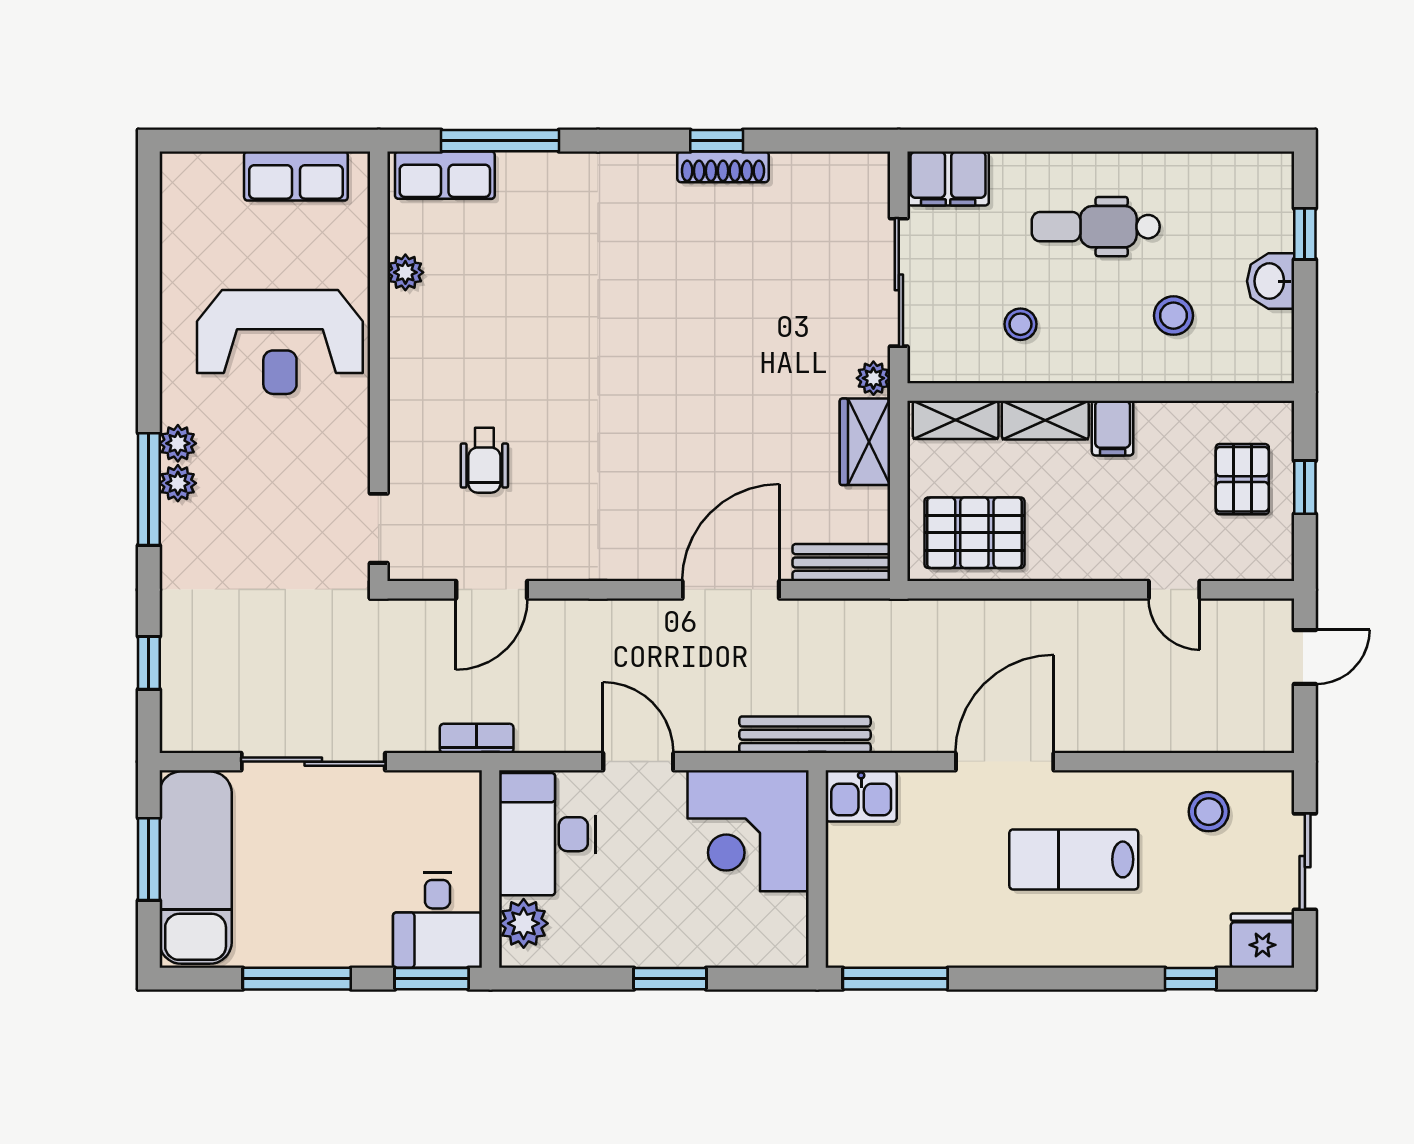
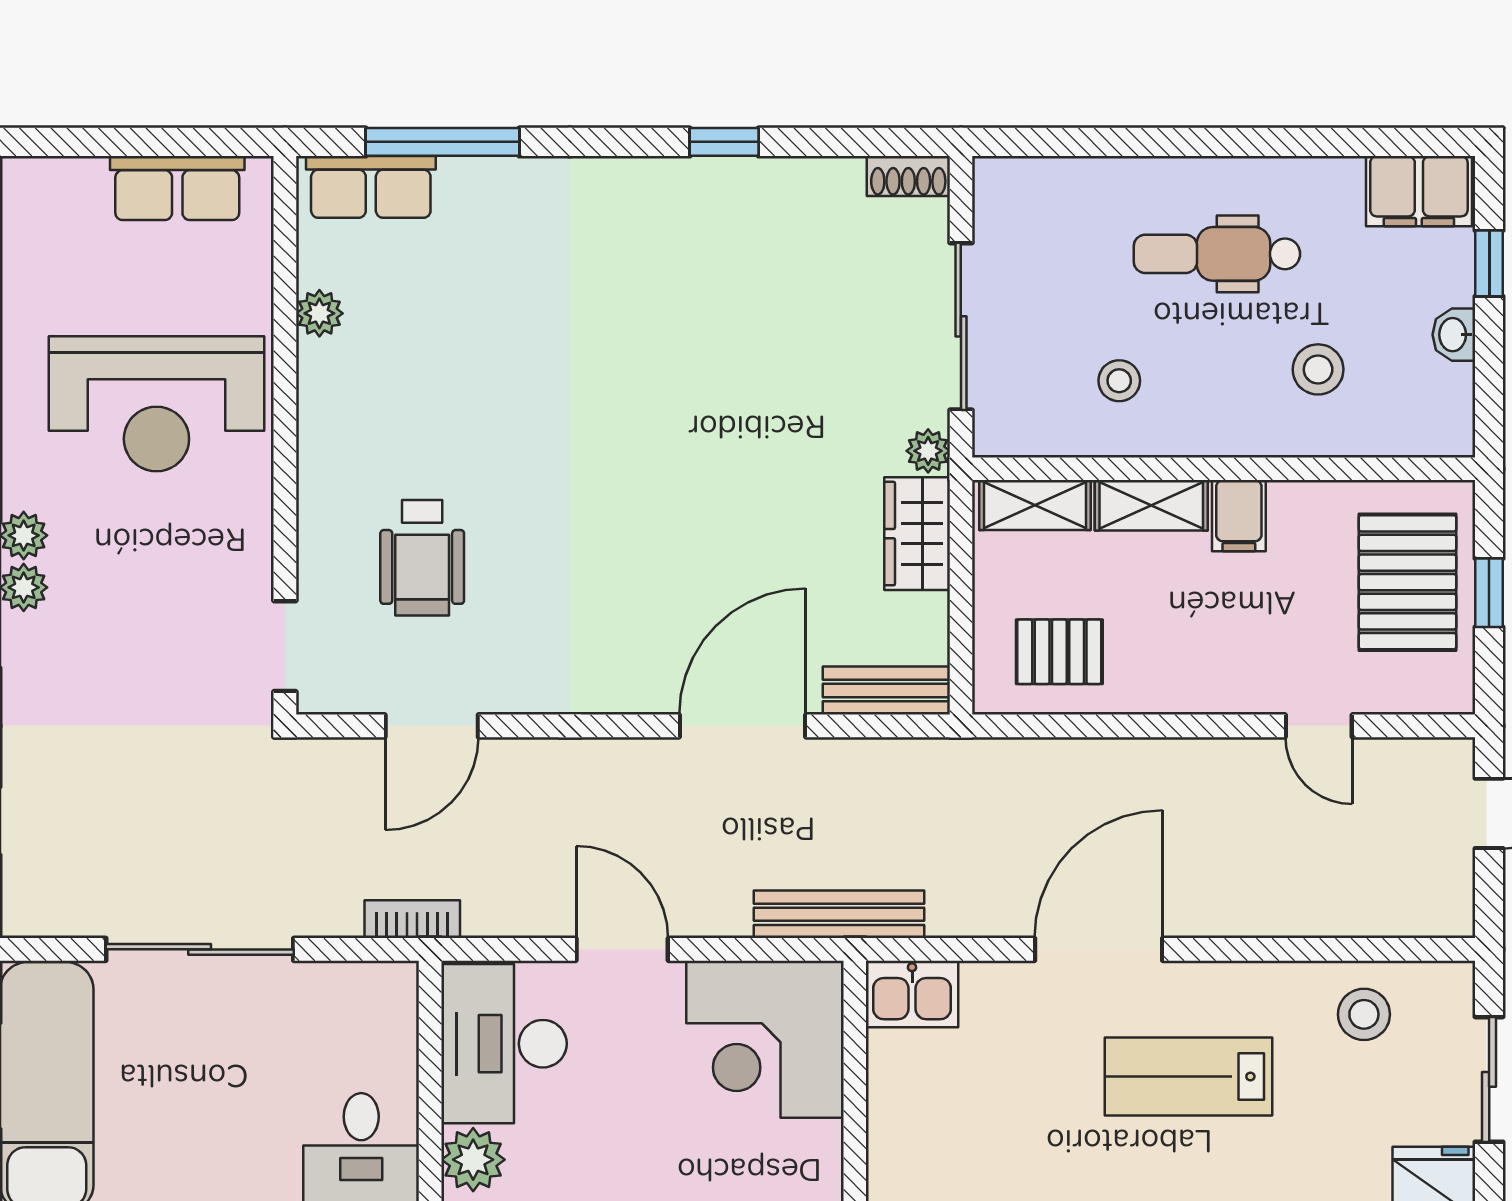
shoe rack: (723, 167) -> (908, 176), moved, width x0.70
filing cabinet: (948, 178) -> (1419, 191), moved
washbasin: (1271, 281) -> (1454, 335), width x0.72, depth x0.69
wheelchair: (484, 460) -> (422, 558), width x1.36, depth x1.37
pallet: (1242, 479) -> (1407, 582), width x1.50, depth x1.42
pallet: (974, 533) -> (1059, 652), width x0.67, depth x0.71

